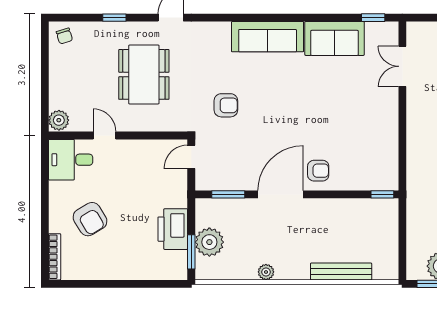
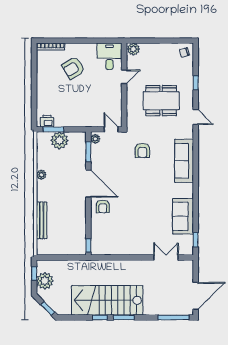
sofa: (268, 37) -> (184, 161), moved
plant: (207, 183) -> (95, 139), added
printer: (173, 229) -> (47, 121), moved, width x0.53, depth x0.68

